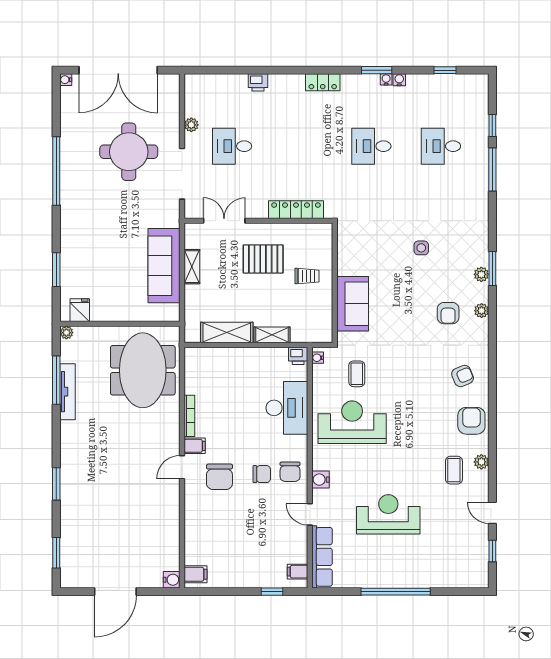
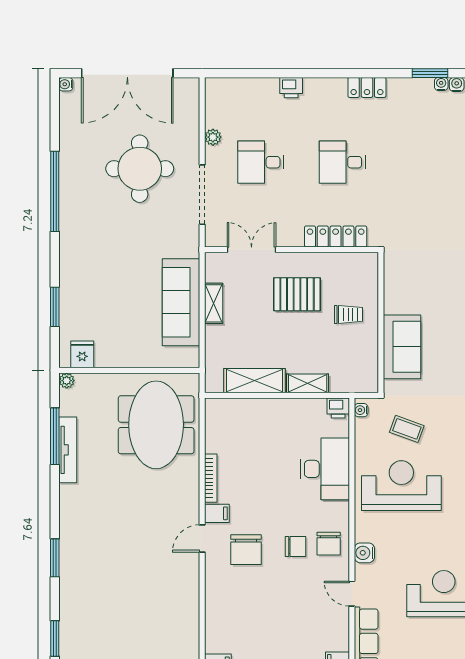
desk: (371, 146) -> (342, 162), moved
coffee table: (357, 374) -> (407, 429), turned -70

